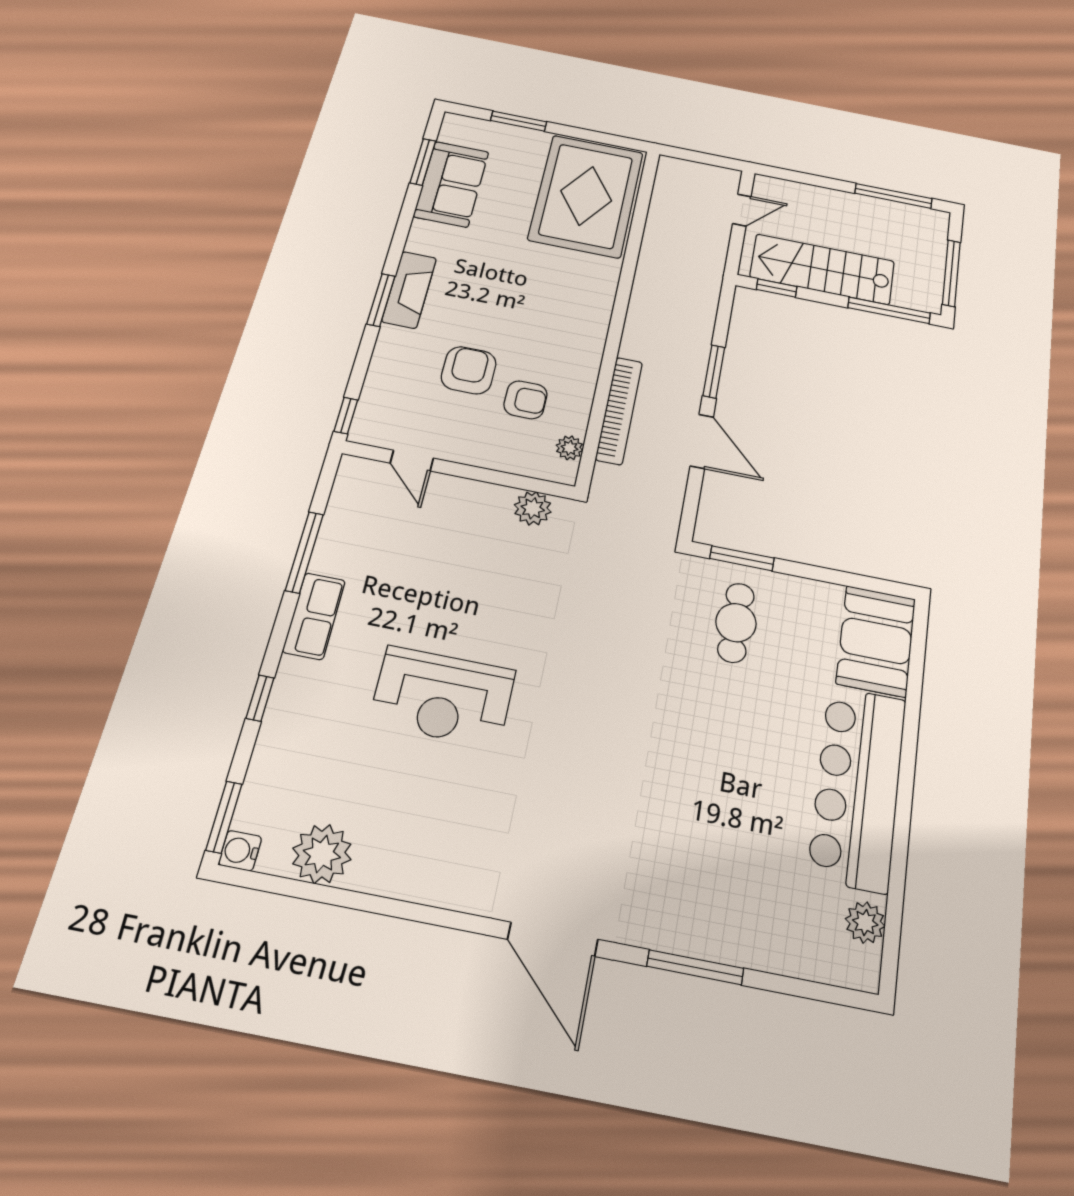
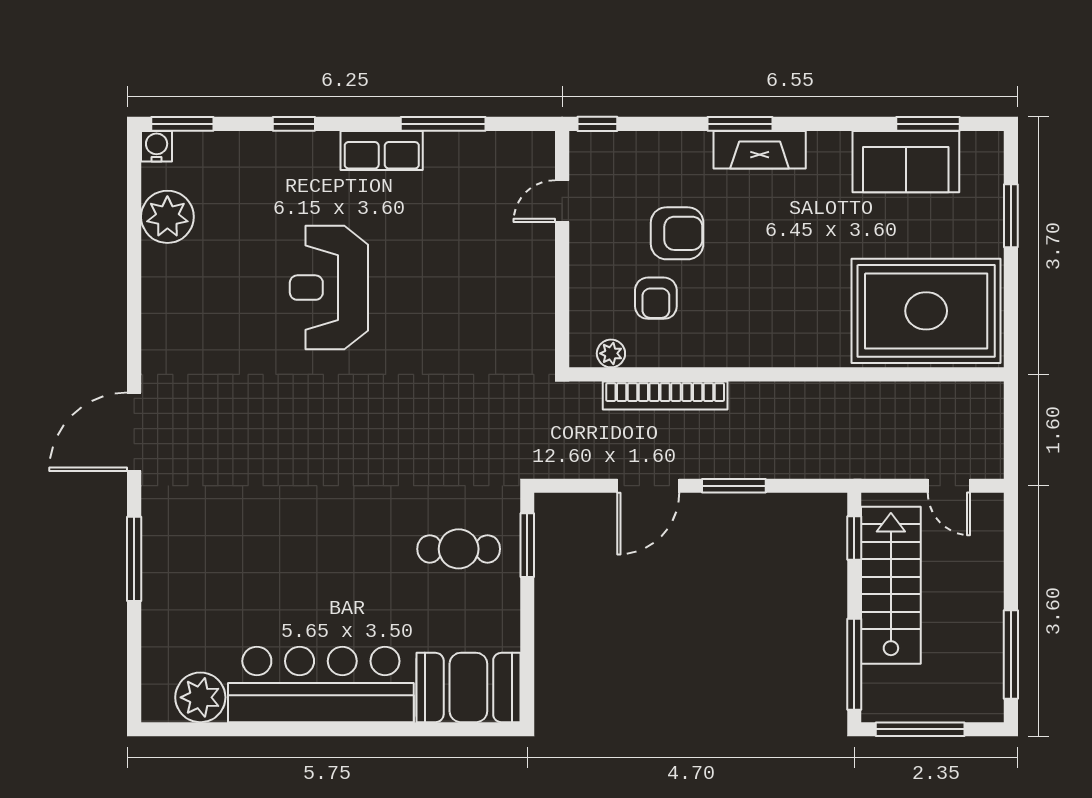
plant: (533, 508) -> (536, 331), removed
plant: (865, 922) -> (200, 697), width x1.36, depth x1.36

